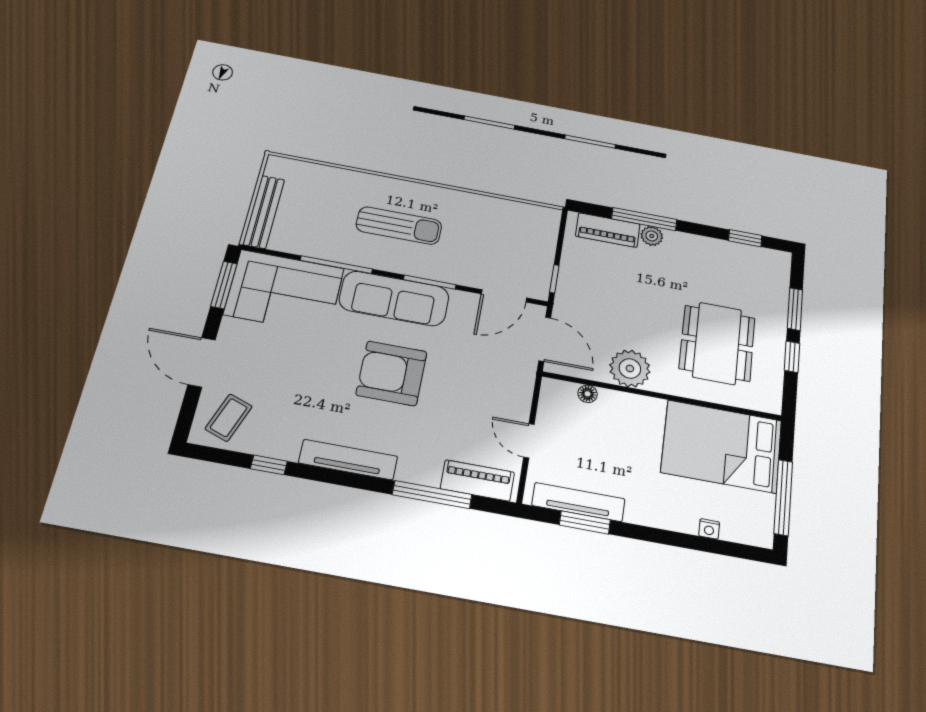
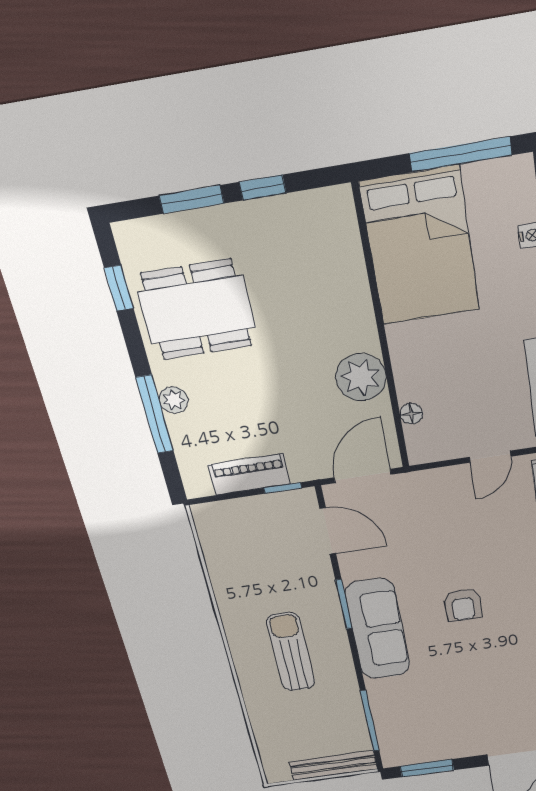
piano: (608, 230) -> (249, 474), moved, turned -90
window: (336, 265) -> (370, 721), moved
corner sofa: (284, 291) -> (412, 721), removed
dining table: (717, 343) -> (197, 310), moved
armchair: (392, 373) -> (463, 605), width x0.53, depth x0.53

